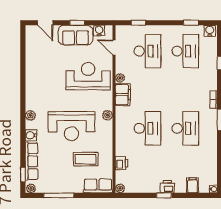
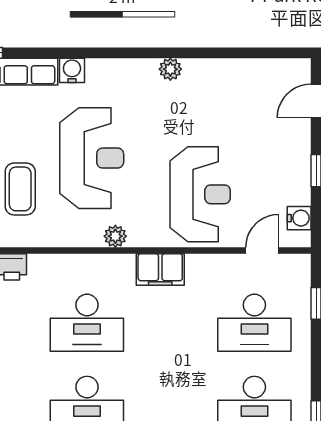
sofa: (76, 35) -> (289, 167), removed
plant: (120, 78) -> (196, 263), removed
plant: (30, 115) -> (170, 69), moved
reception desk: (71, 126) -> (92, 158), turned 180

